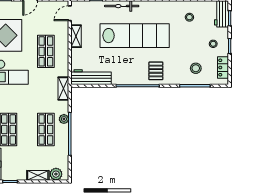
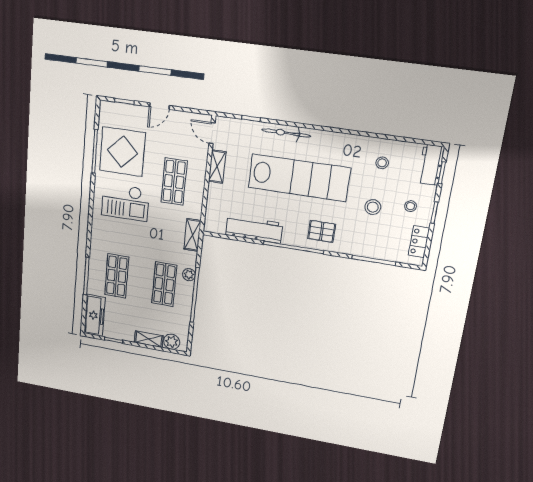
door: (70, 13) -> (212, 133), hinge flipped
stool: (196, 68) -> (373, 207), moved
pallet: (156, 71) -> (322, 231), turned 90
workbench: (91, 77) -> (254, 229), moved

